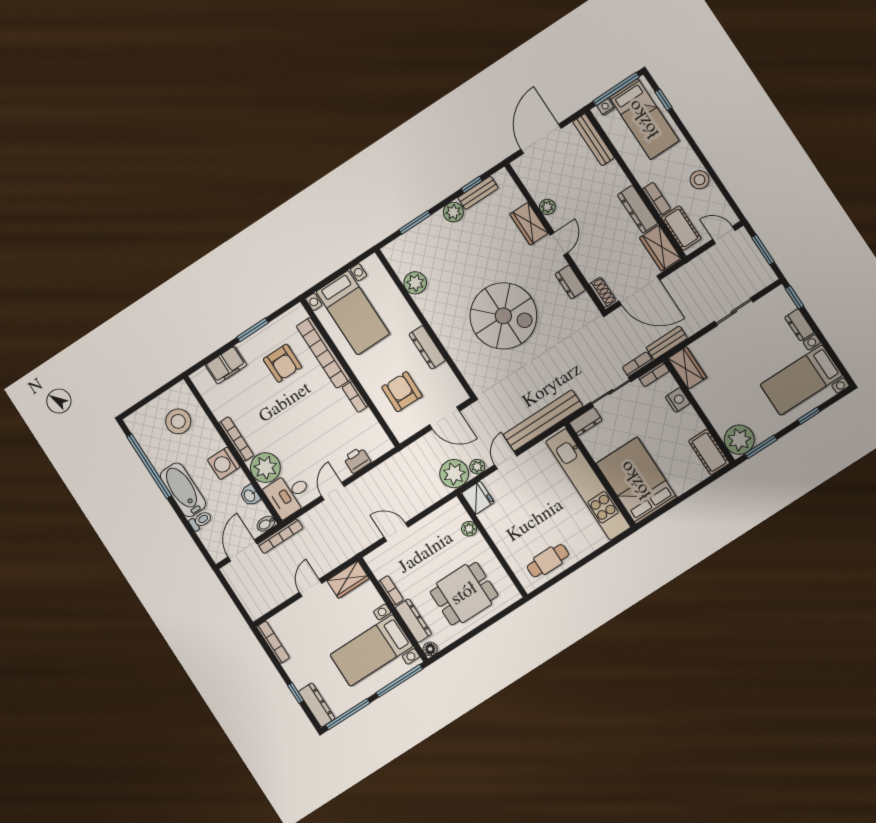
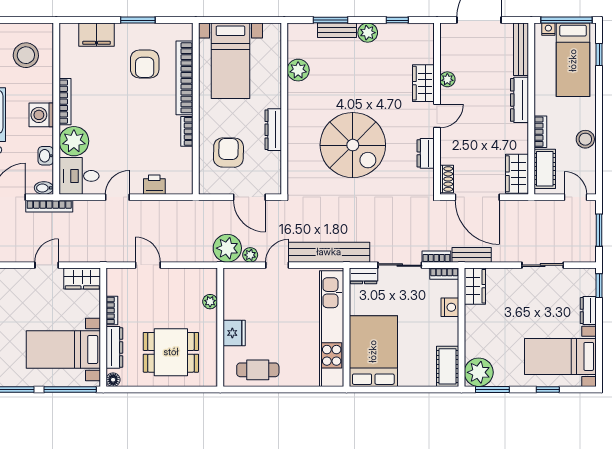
bench: (478, 193) -> (337, 30), moved
dresser: (638, 209) -> (519, 100), moved
fridge: (478, 498) -> (234, 333), moved

